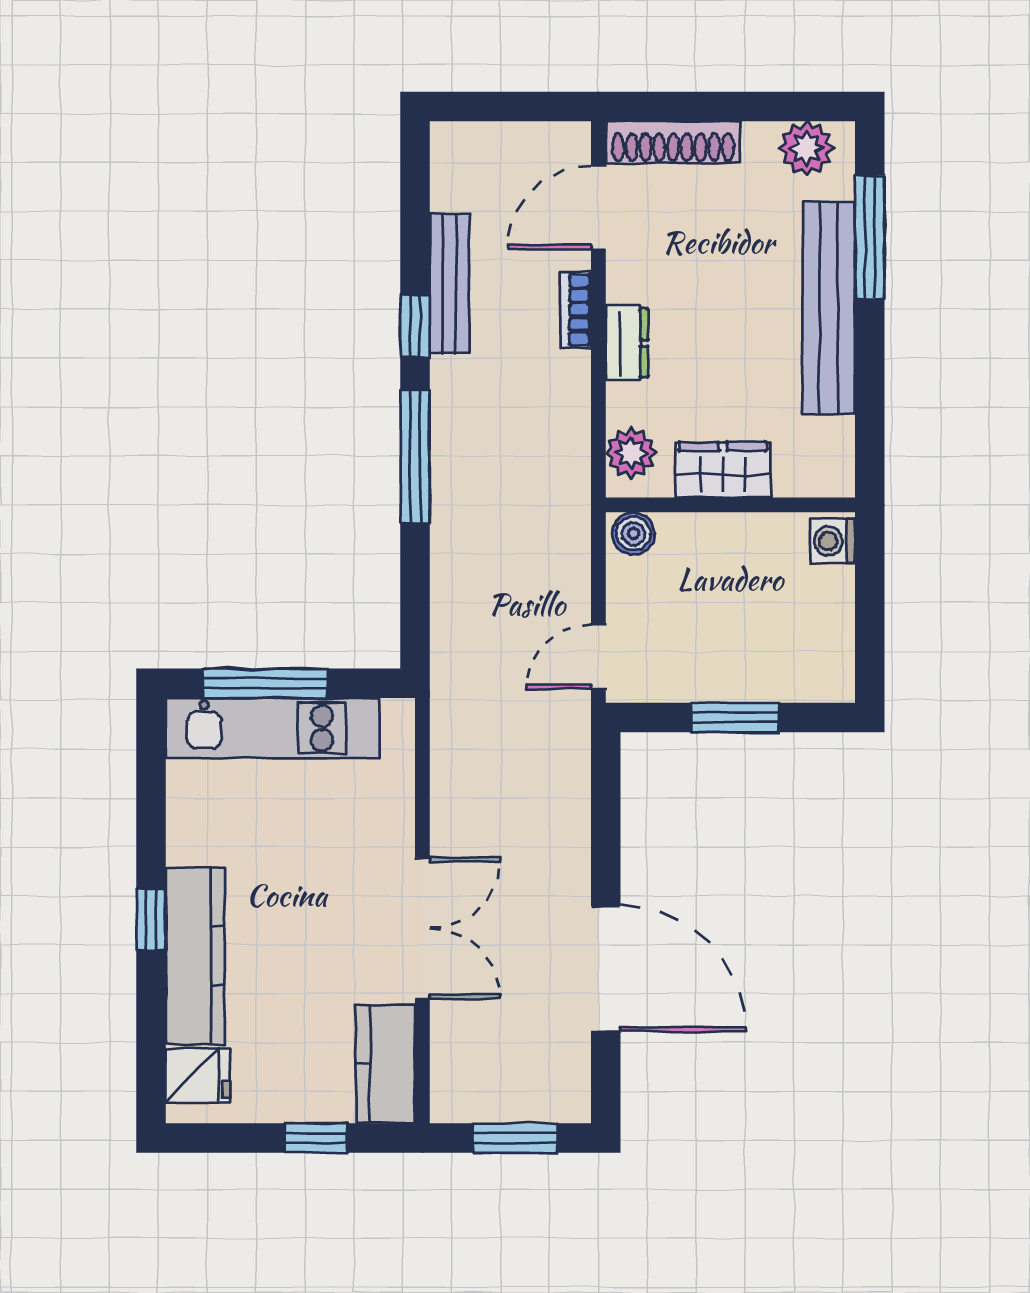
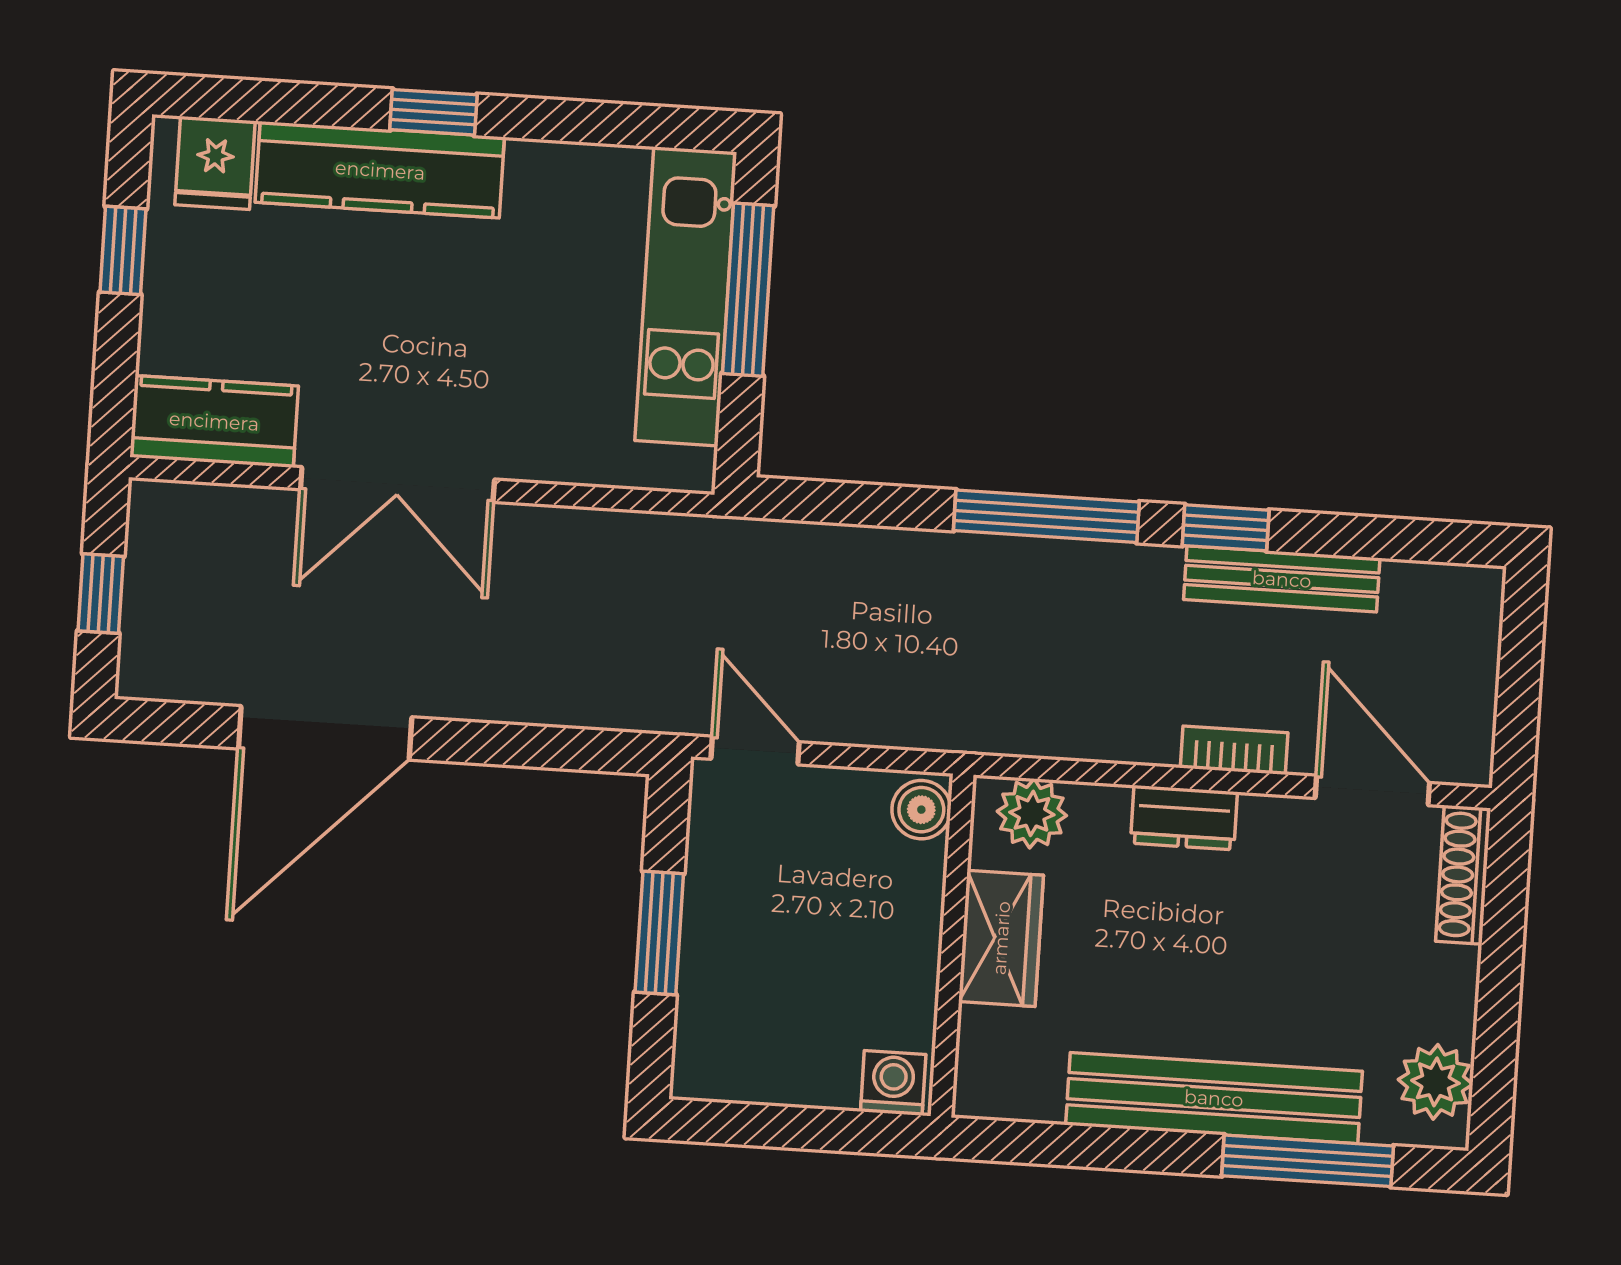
shoe rack: (673, 142) -> (1463, 875), width x0.74, depth x0.81
window: (316, 1138) -> (123, 250), moved
window: (515, 1138) -> (101, 594), width x0.67

